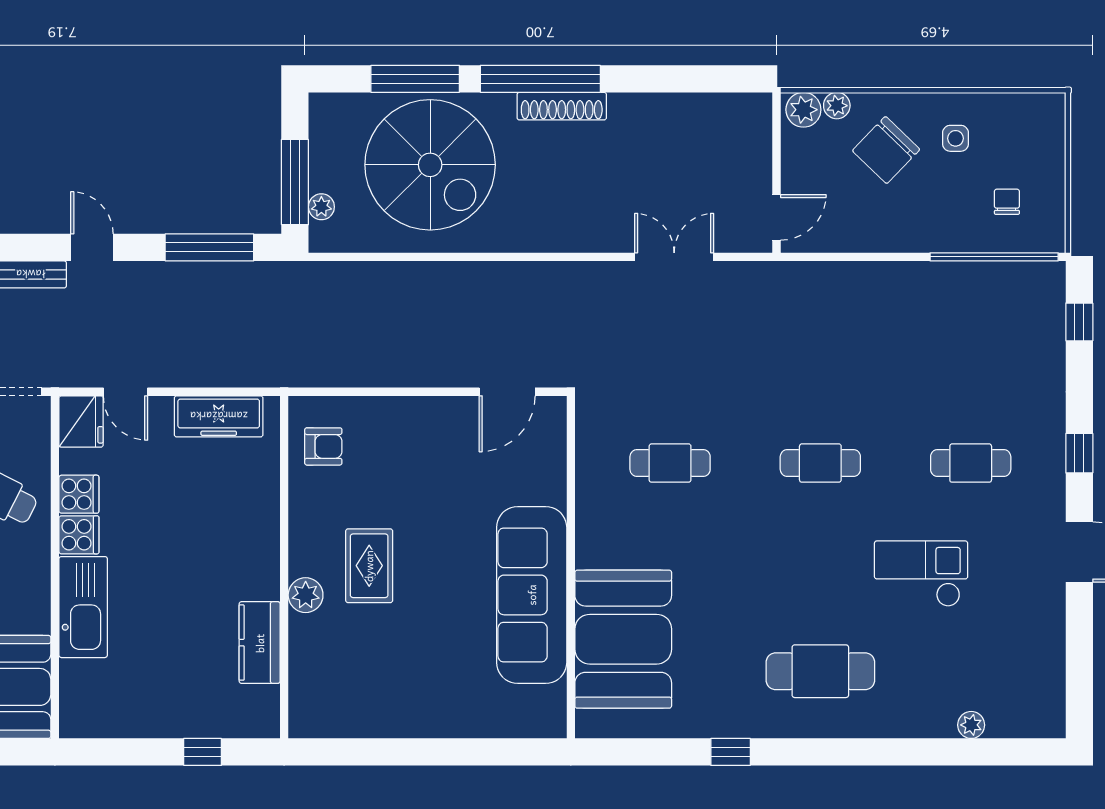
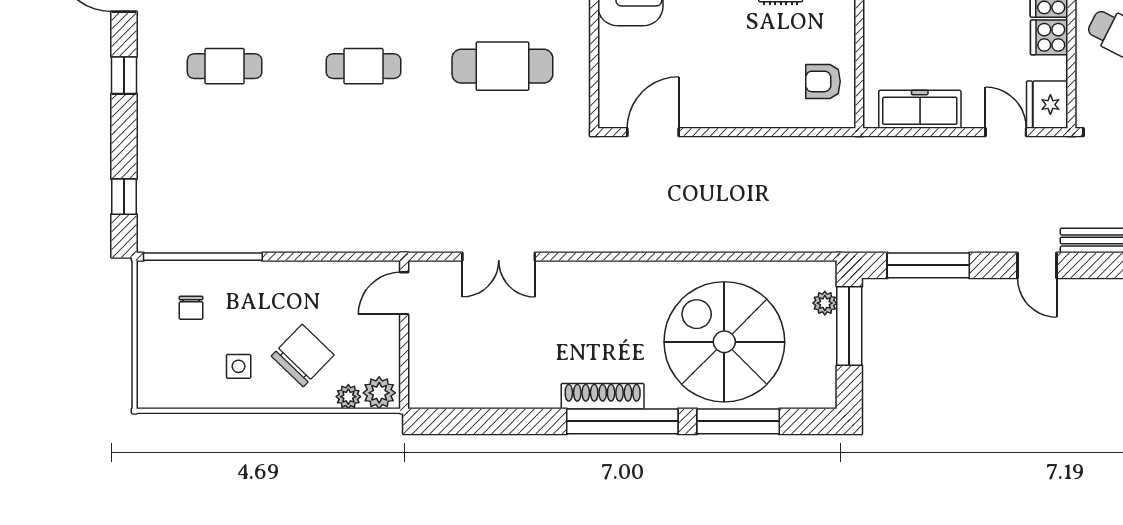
cafe table: (670, 463) -> (502, 66), width x1.37, depth x1.35

